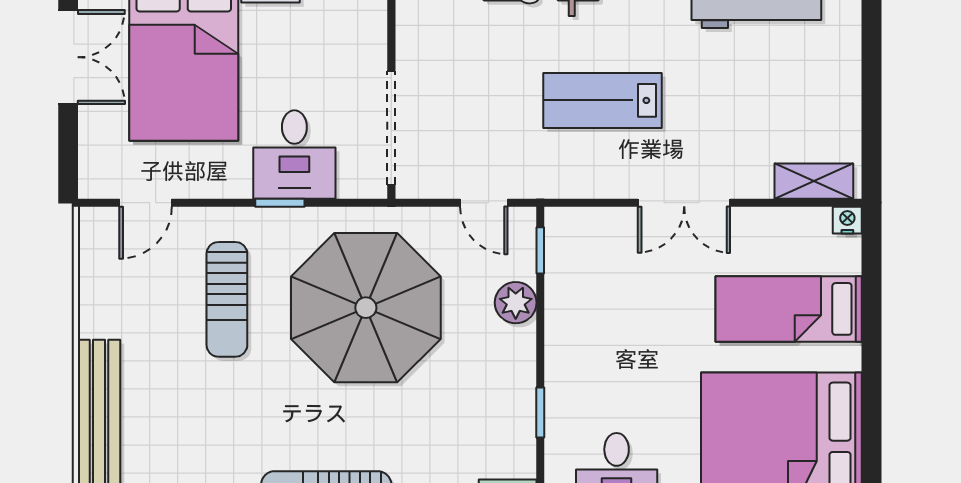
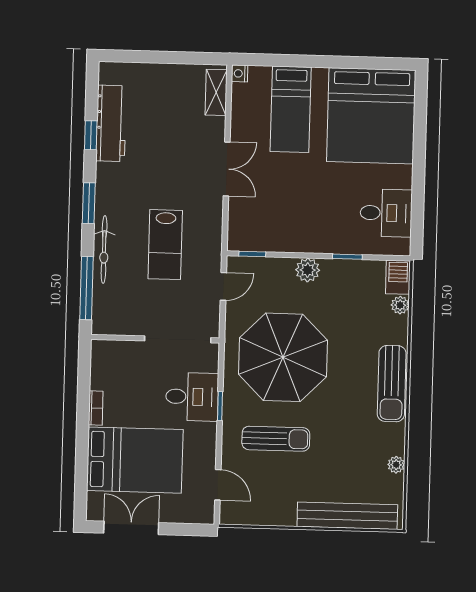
lab bench: (603, 100) -> (165, 245), moved
plant: (516, 303) -> (308, 270), moved

